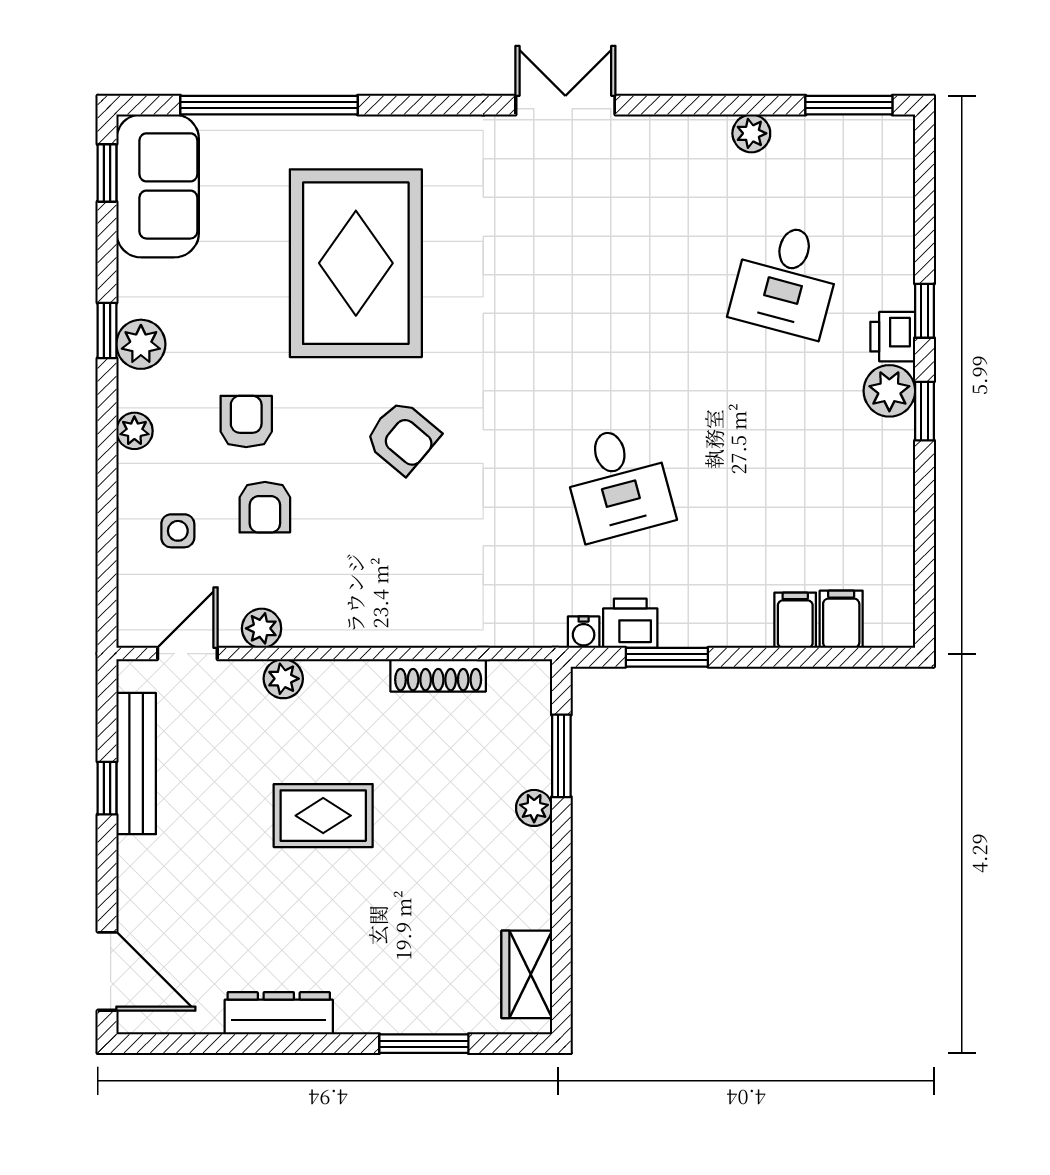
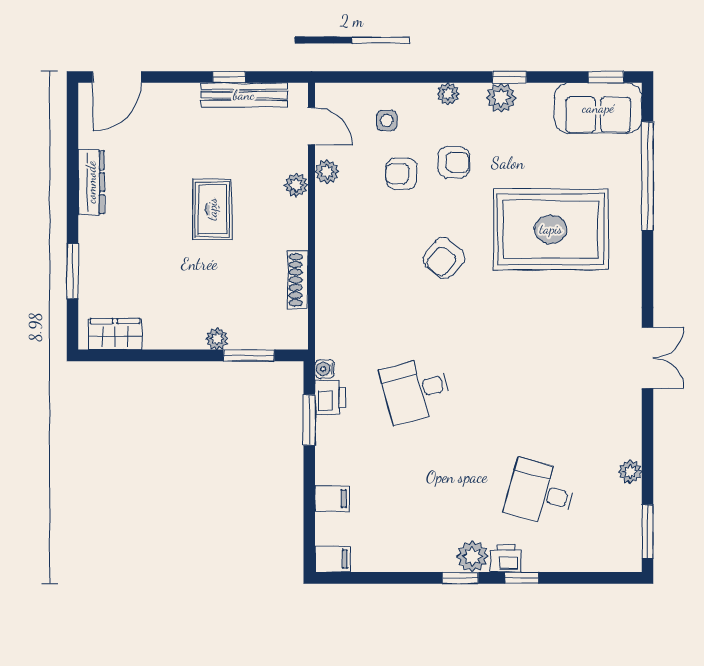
filing cabinet: (841, 619) -> (333, 559), moved

